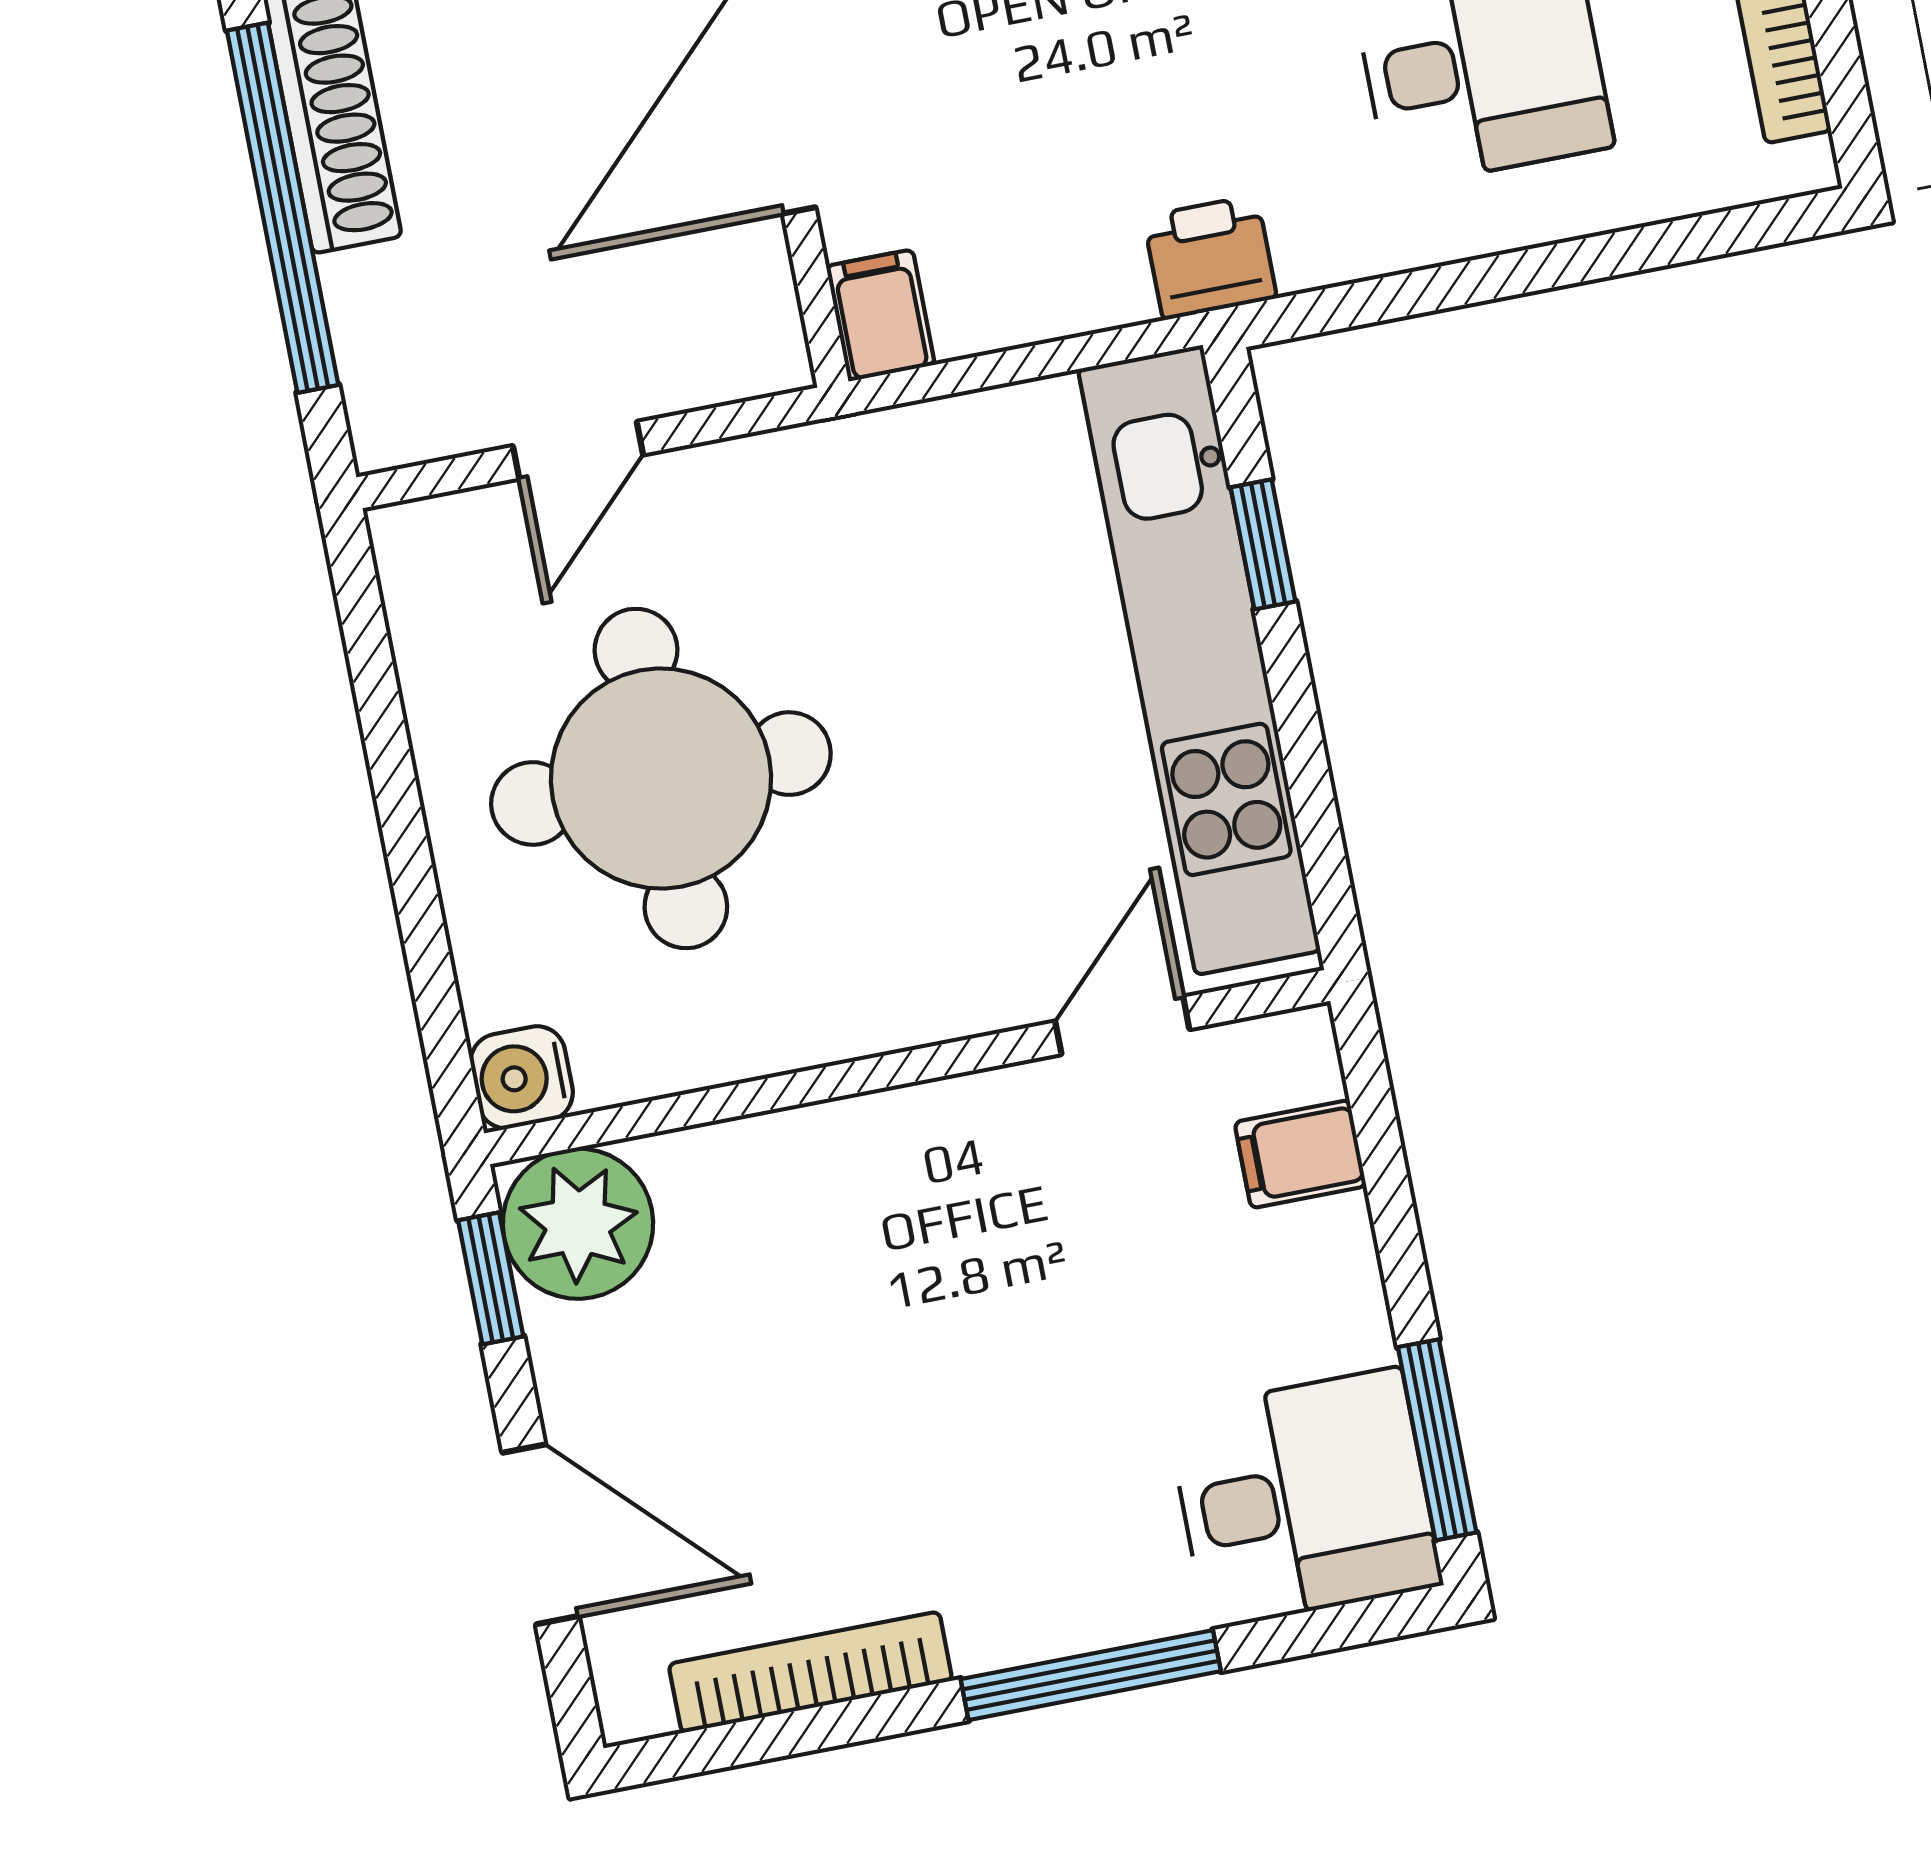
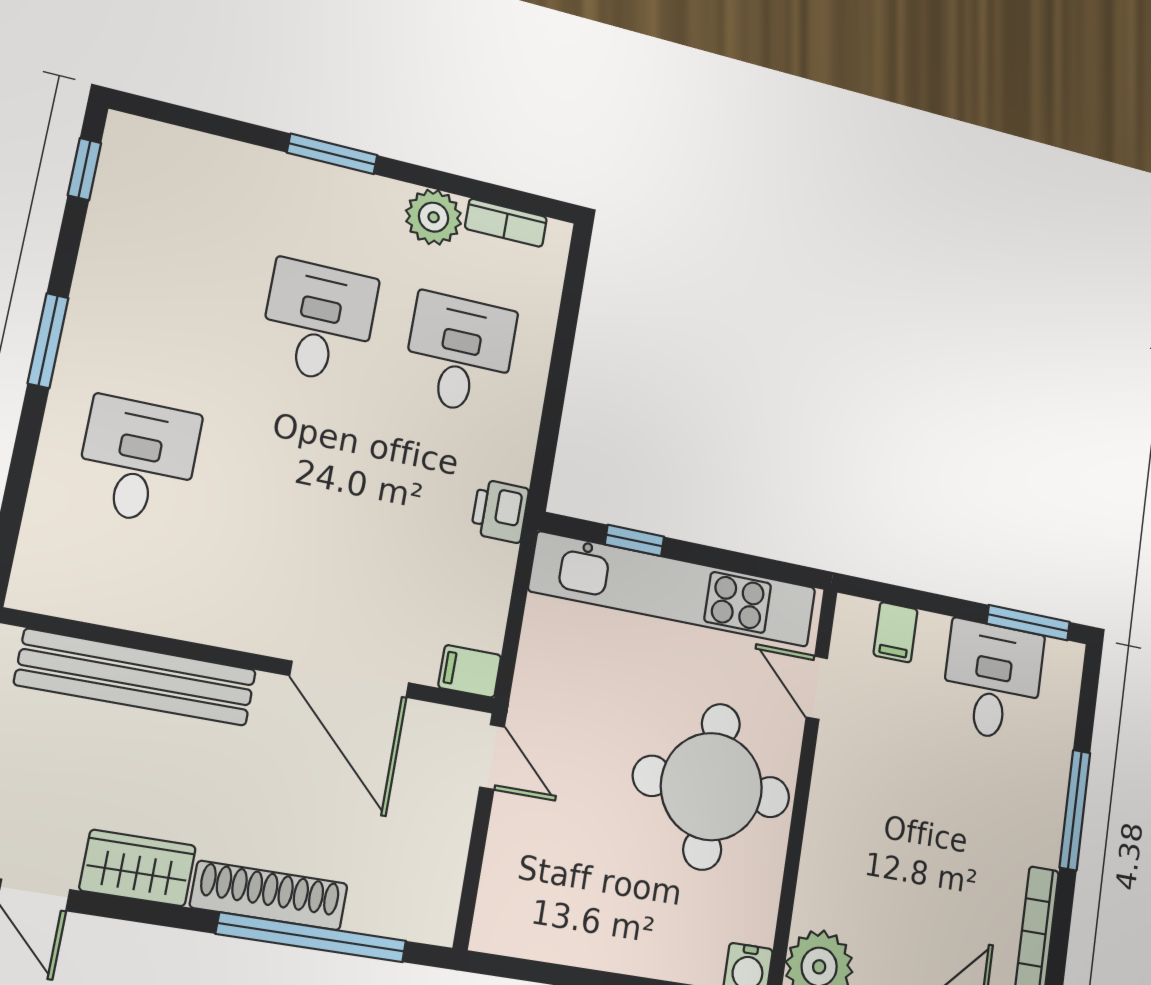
door: (578, 450) -> (492, 757), moved
round table: (661, 779) -> (712, 787), moved
desk: (1304, 1498) -> (992, 681), moved

